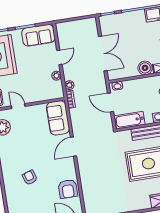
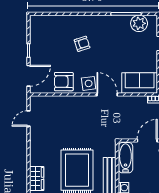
side table: (66, 165) -> (89, 83), added

